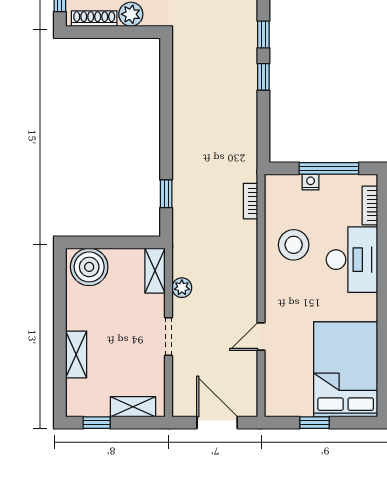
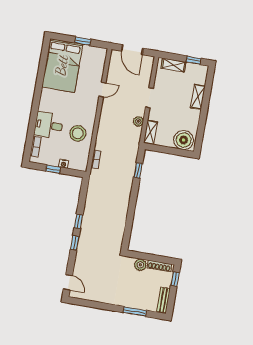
window: (329, 168) -> (53, 169), width x0.46
desk: (352, 260) -> (49, 125), width x0.73

